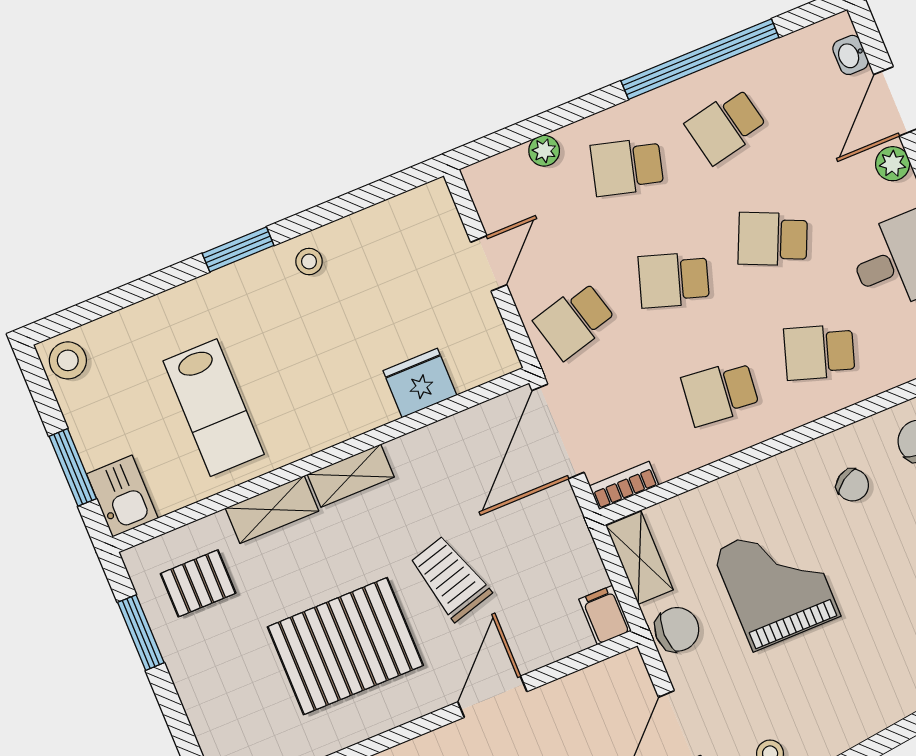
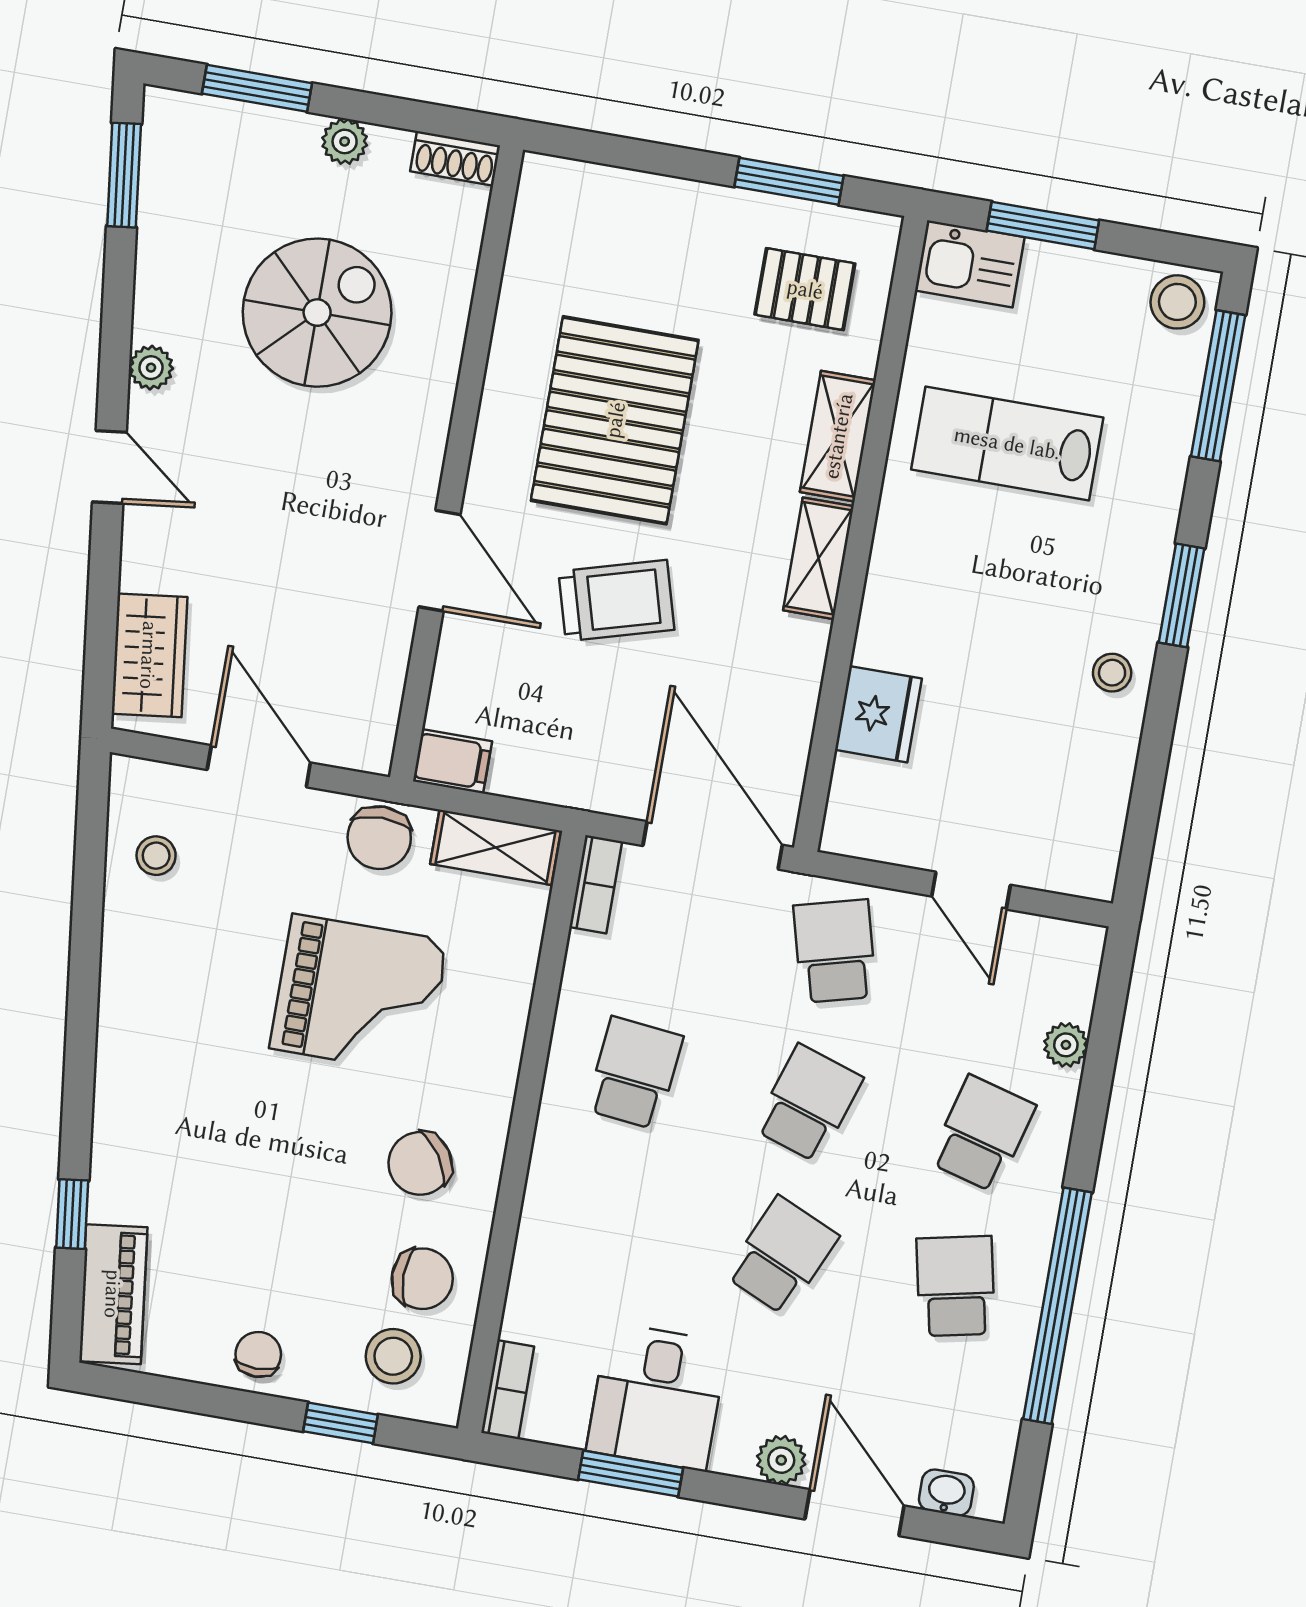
window: (102, 306) -> (1218, 386), added
school desk: (819, 352) -> (608, 1225), removed
chair: (853, 485) -> (420, 1163), width x1.37, depth x1.37
pallet: (198, 583) -> (805, 289), turned 90

